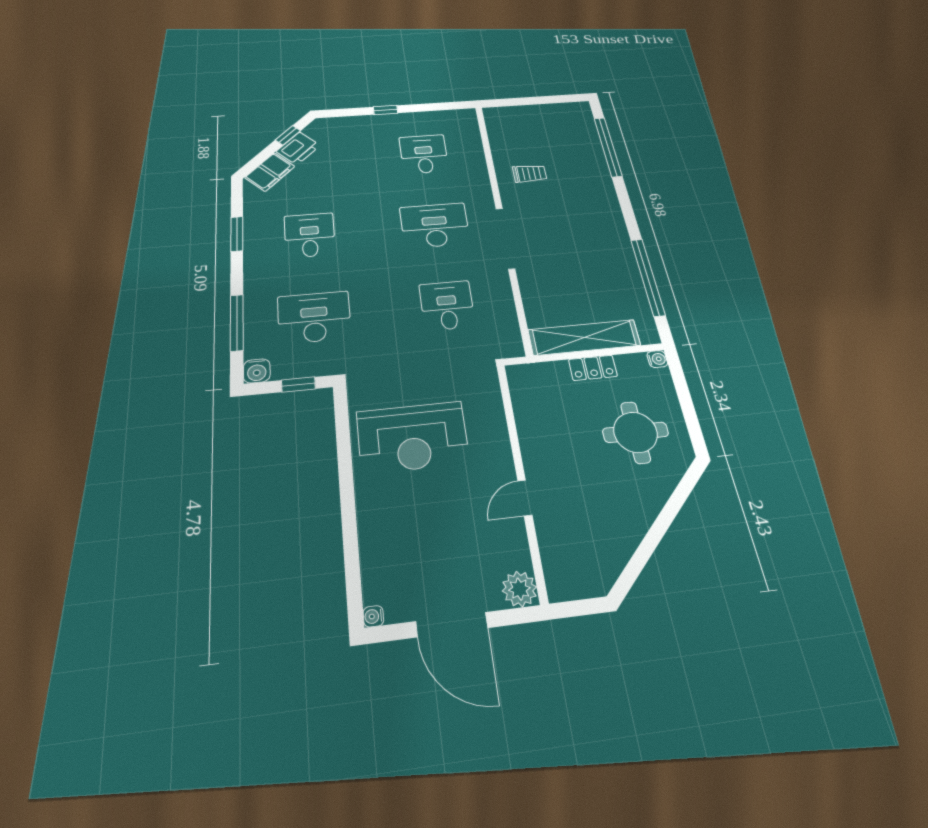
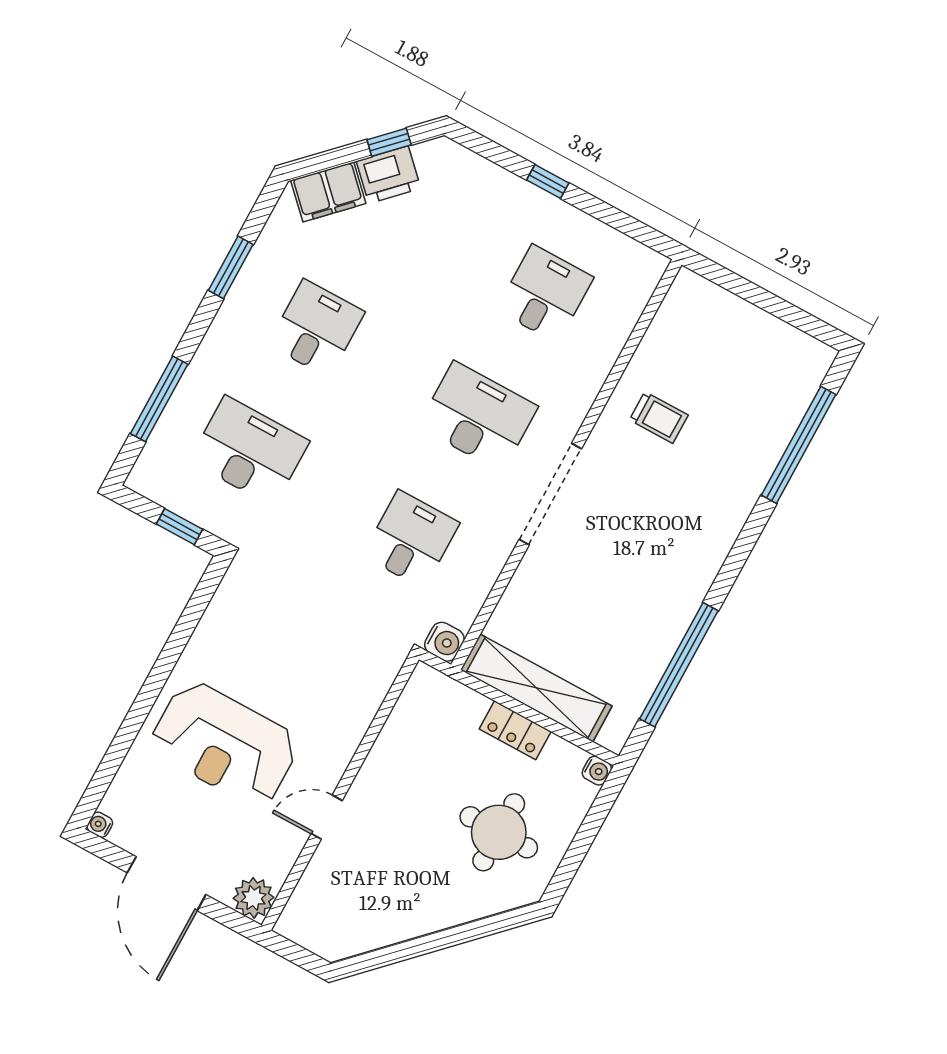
water cooler: (257, 371) -> (444, 642), moved, turned -90
reception desk: (412, 437) -> (225, 744), moved

